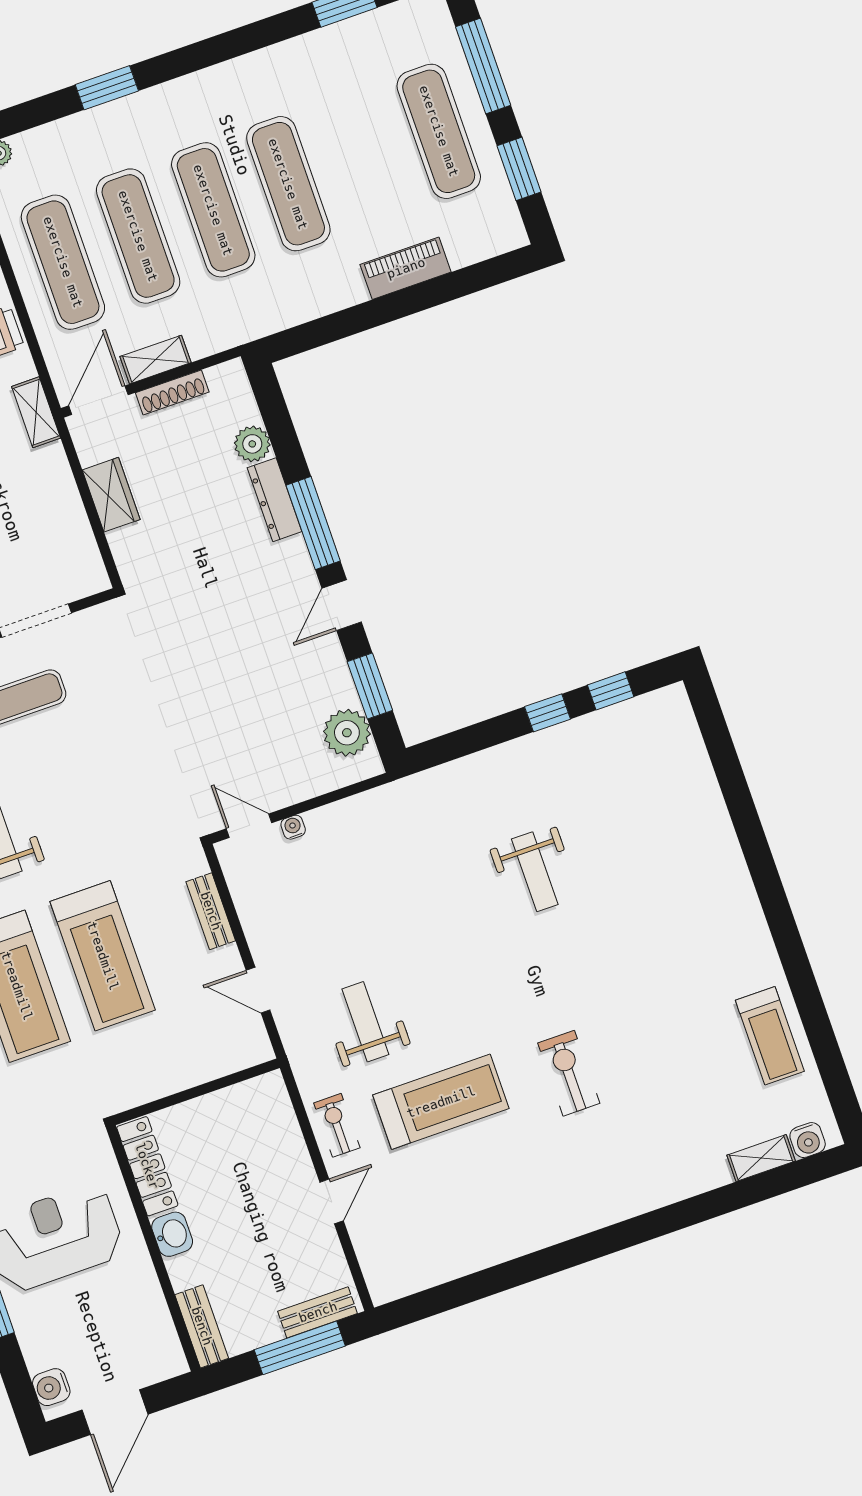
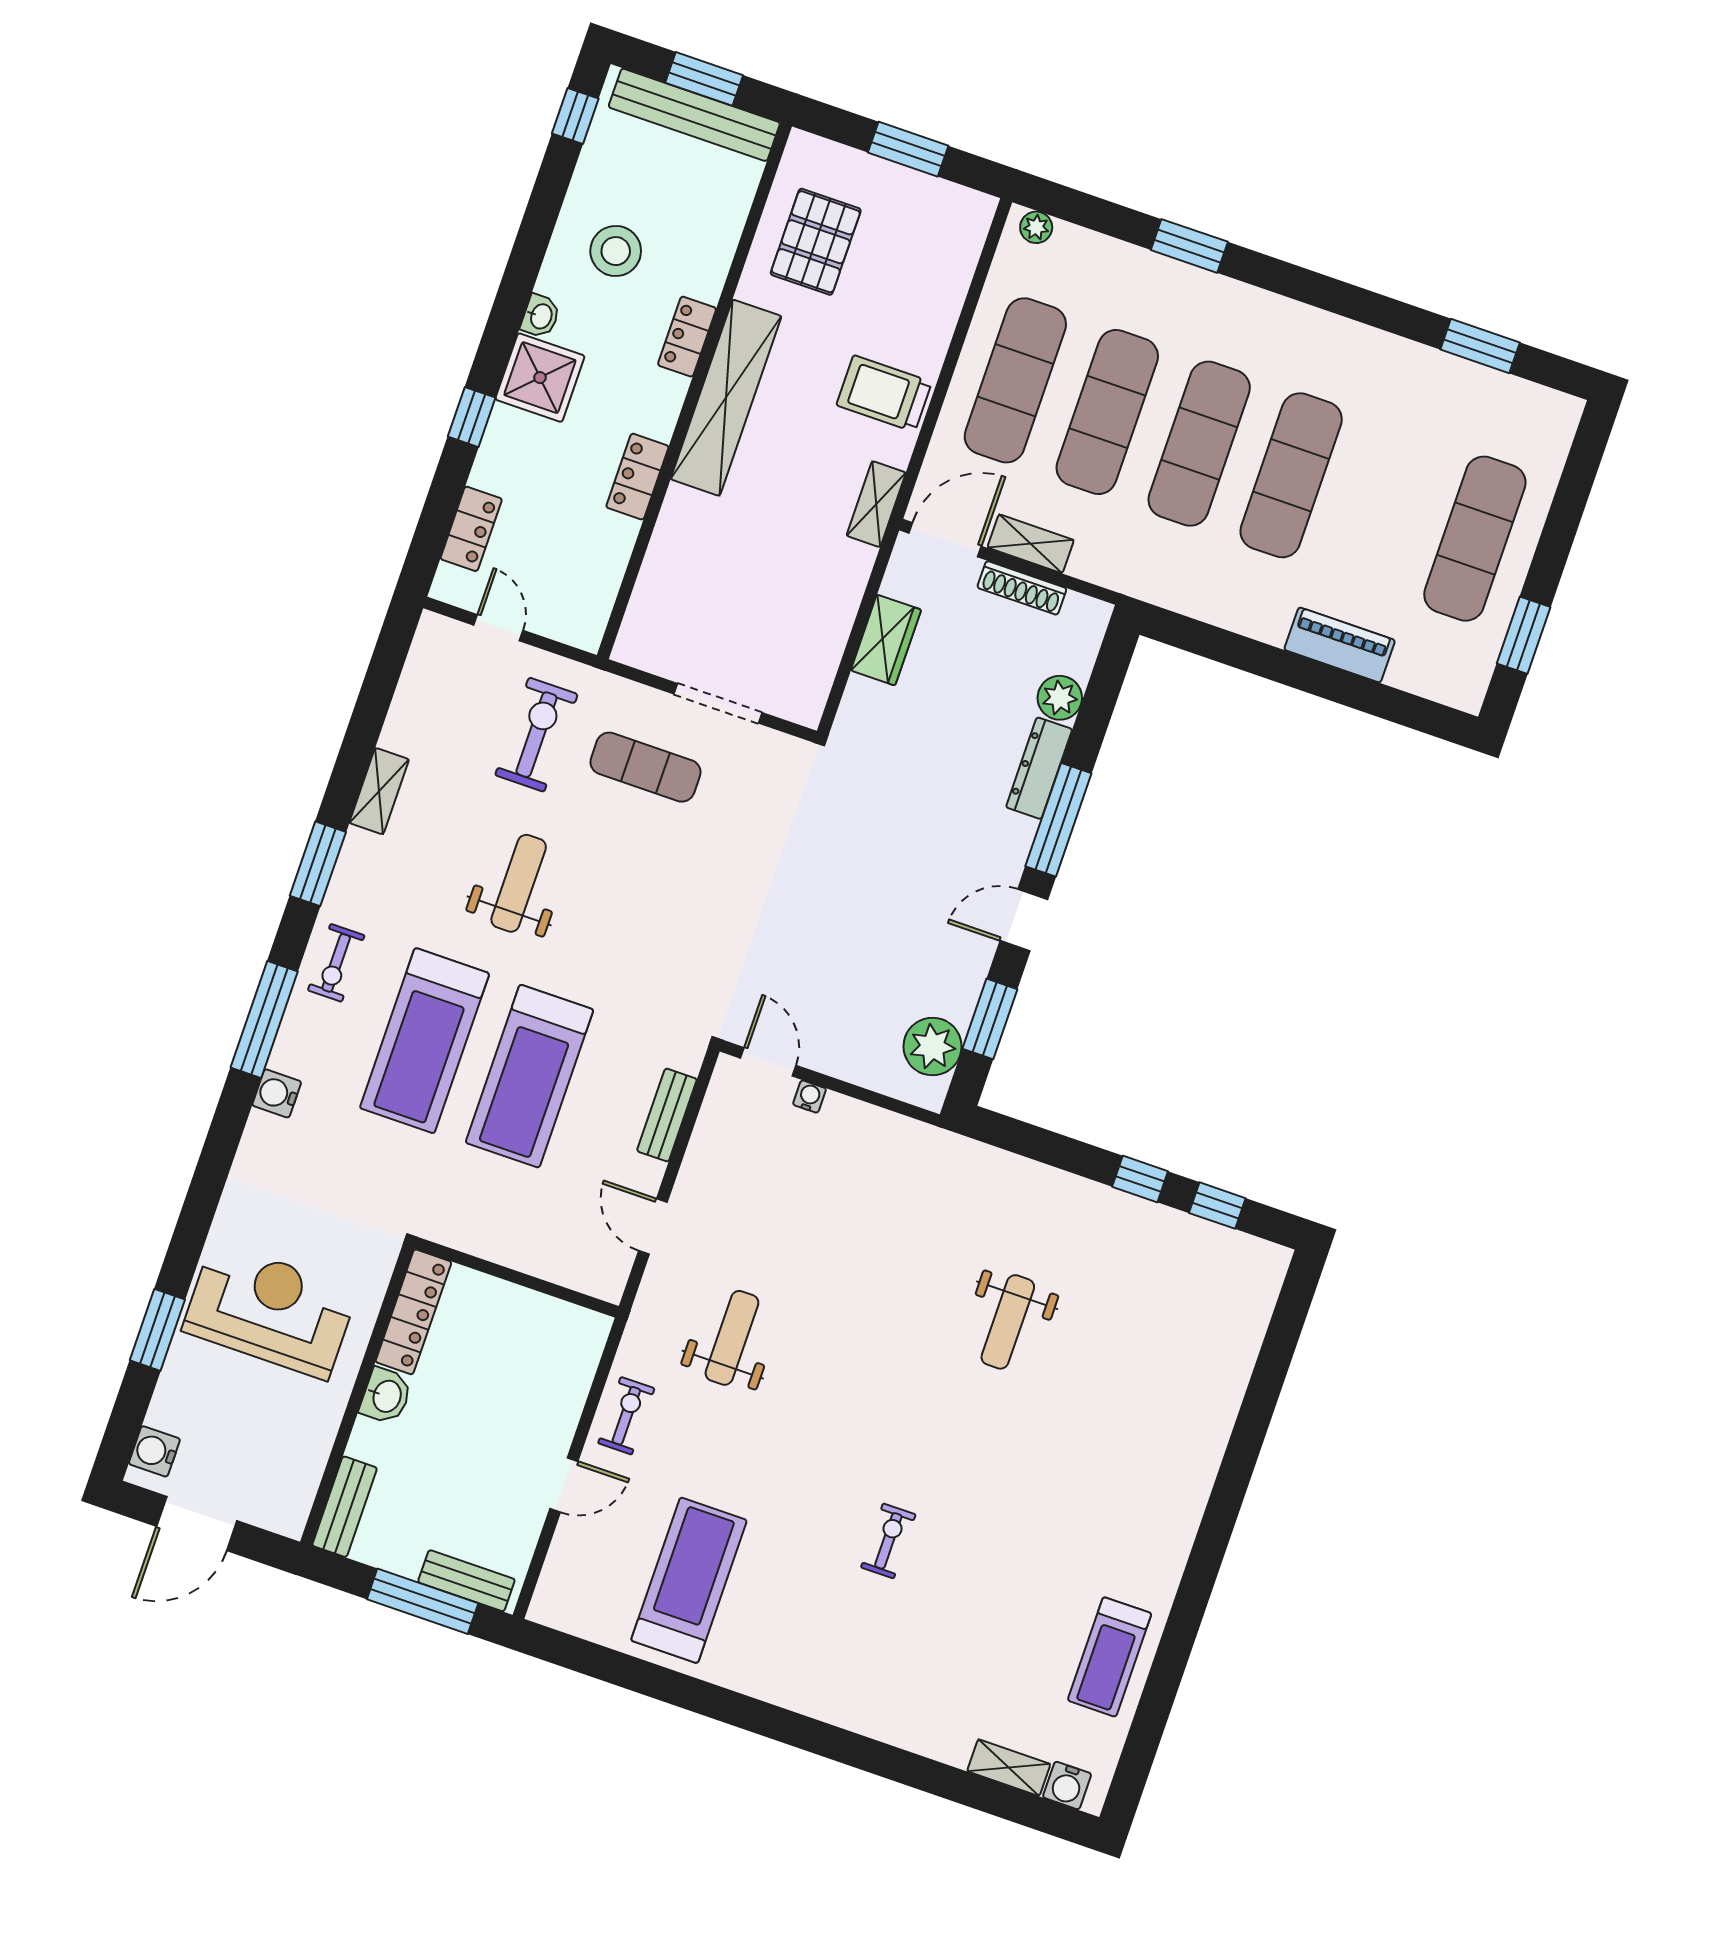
window: (483, 66) -> (1567, 509), removed
exercise bike: (569, 1073) -> (888, 1541), width x0.73, depth x0.72
treadmill: (441, 1102) -> (689, 1580), moved, turned -90

